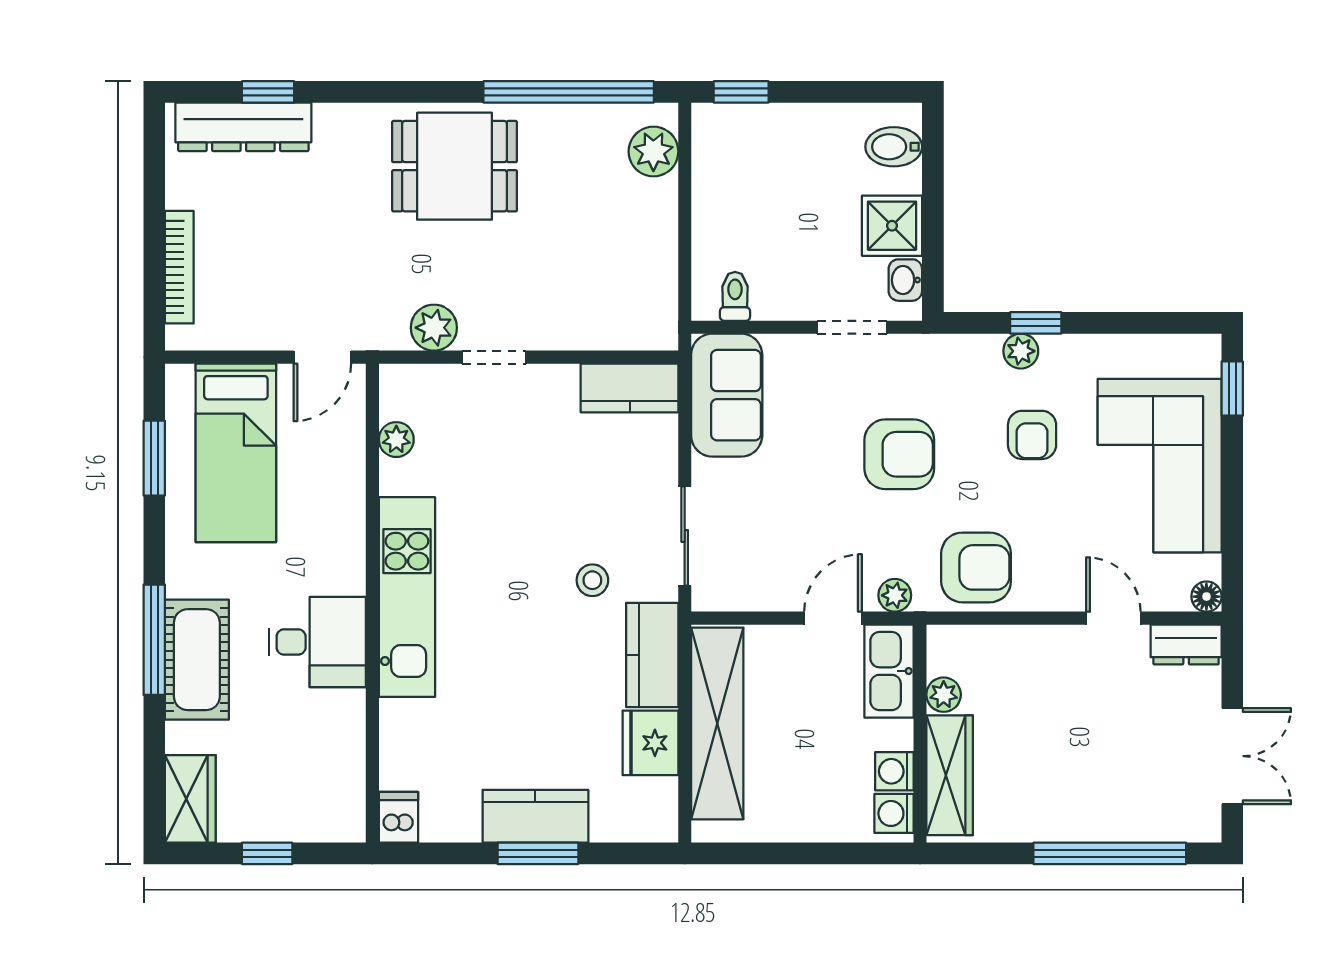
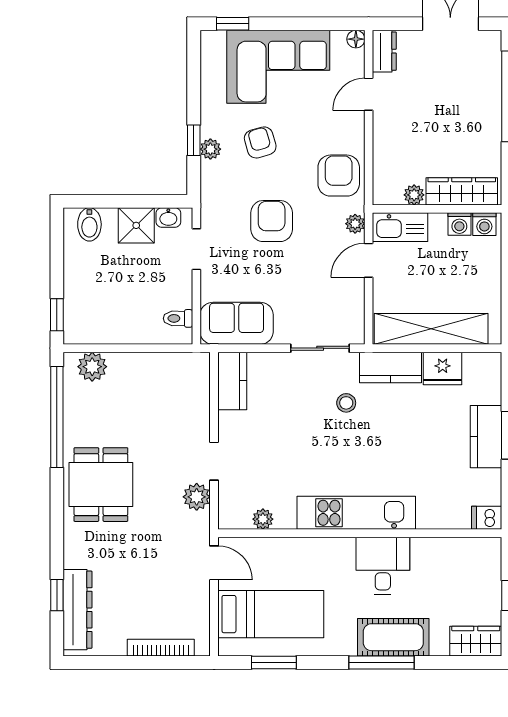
armchair: (1032, 435) -> (260, 142), turned -106
door: (833, 618) -> (369, 260), hinge flipped

